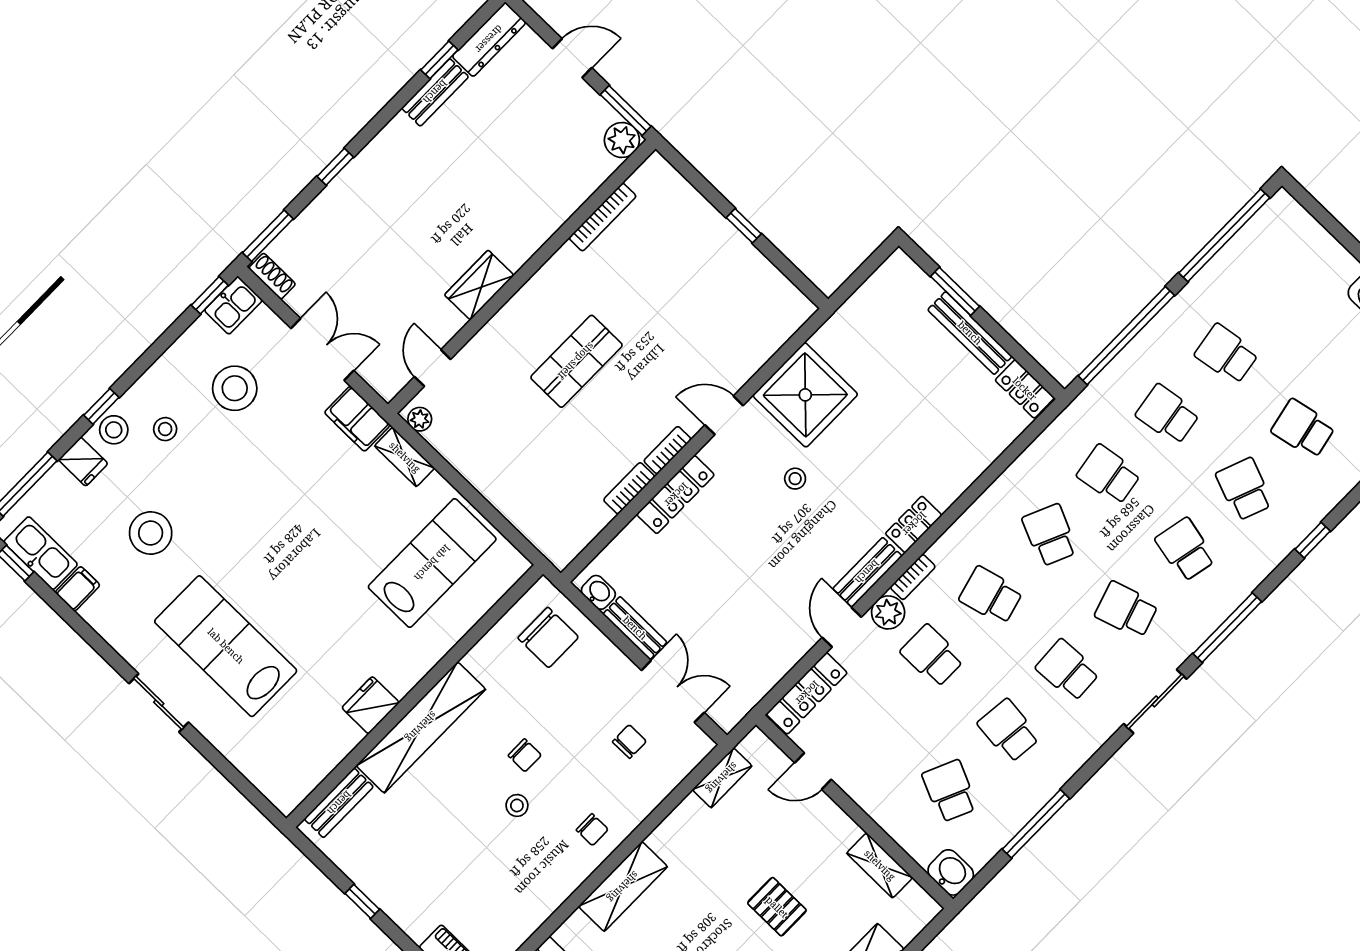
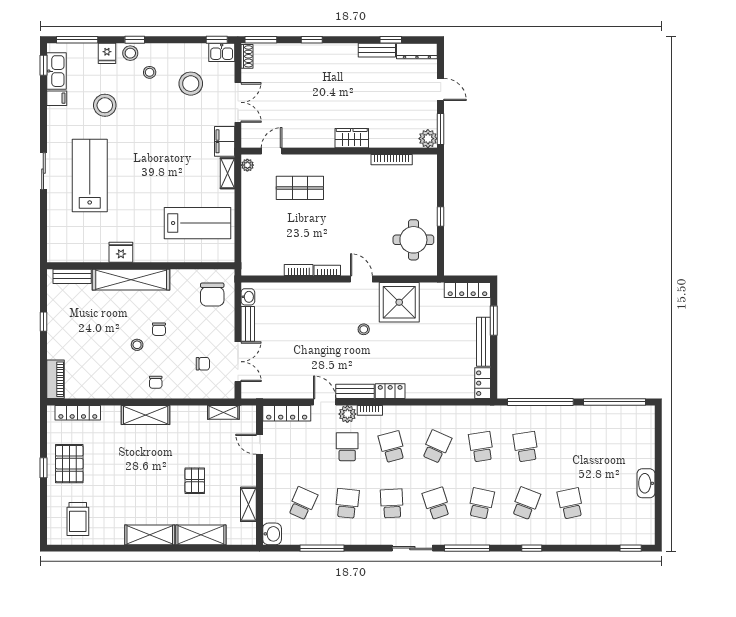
wardrobe: (479, 285) -> (352, 138), moved
round table: (740, 293) -> (413, 240), added
school desk: (1227, 354) -> (570, 447), removed
shop shelf: (576, 361) -> (300, 188), moved
locker: (676, 495) -> (467, 290), moved
door: (842, 627) -> (325, 402), hinge flipped

